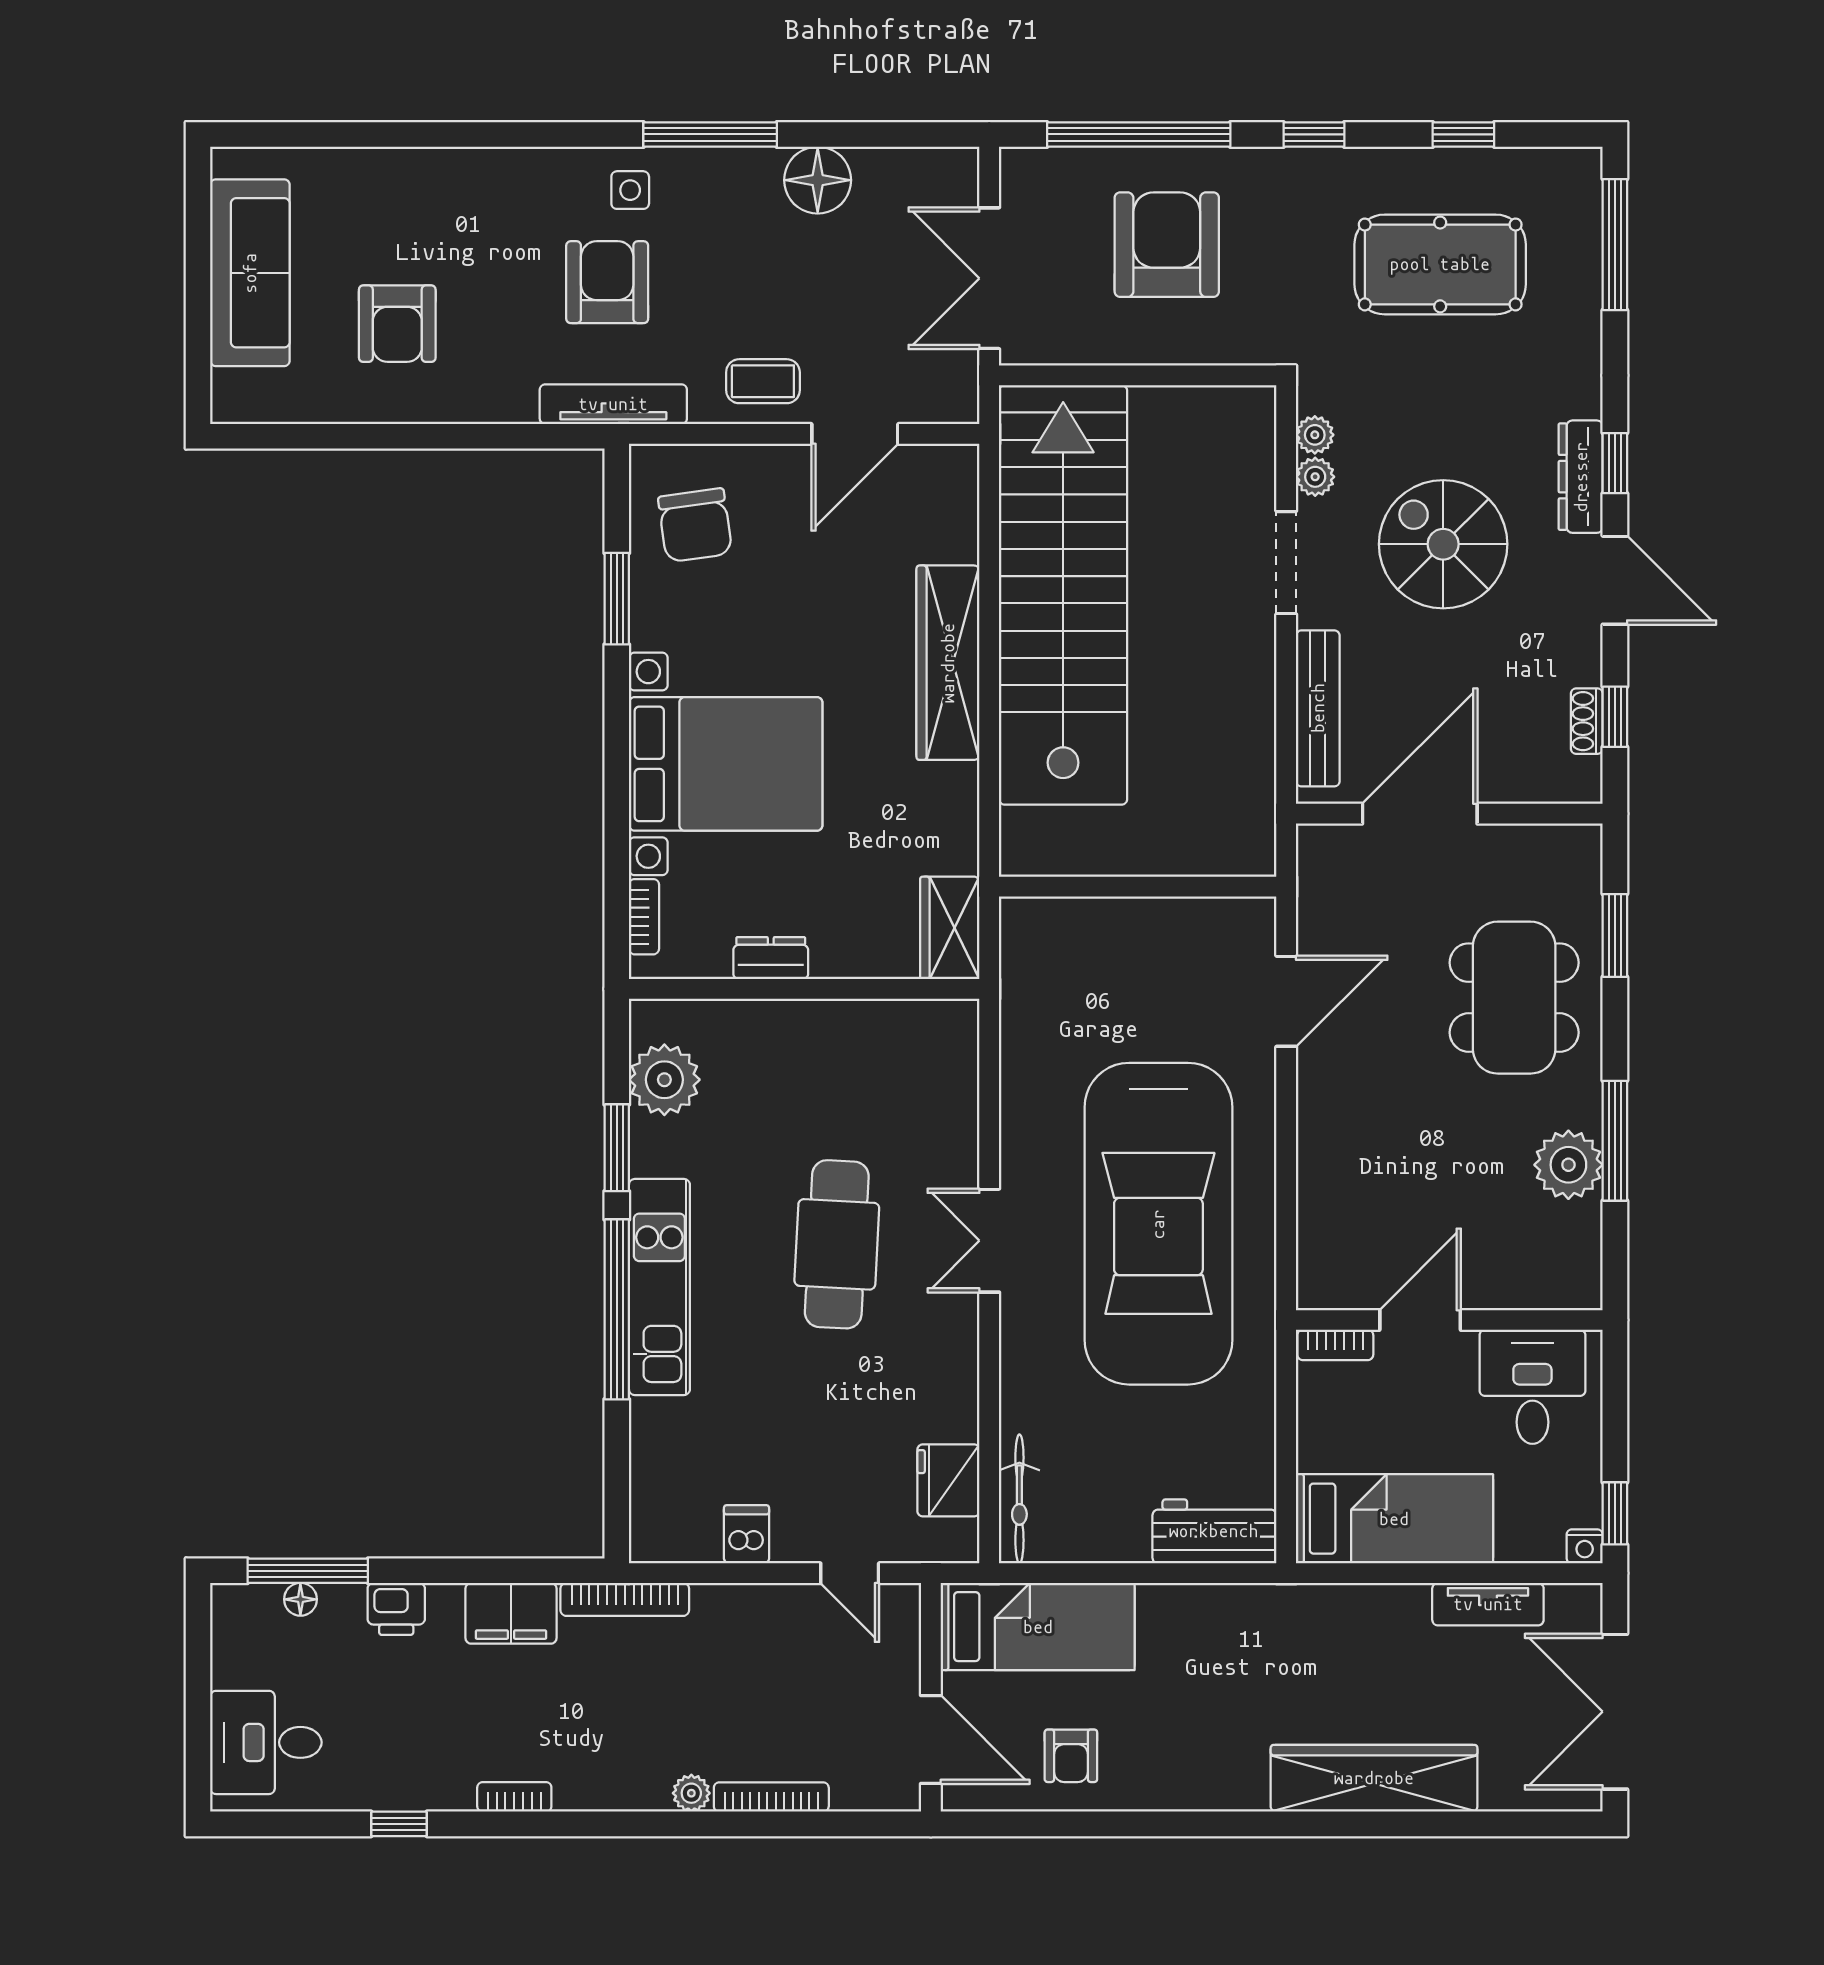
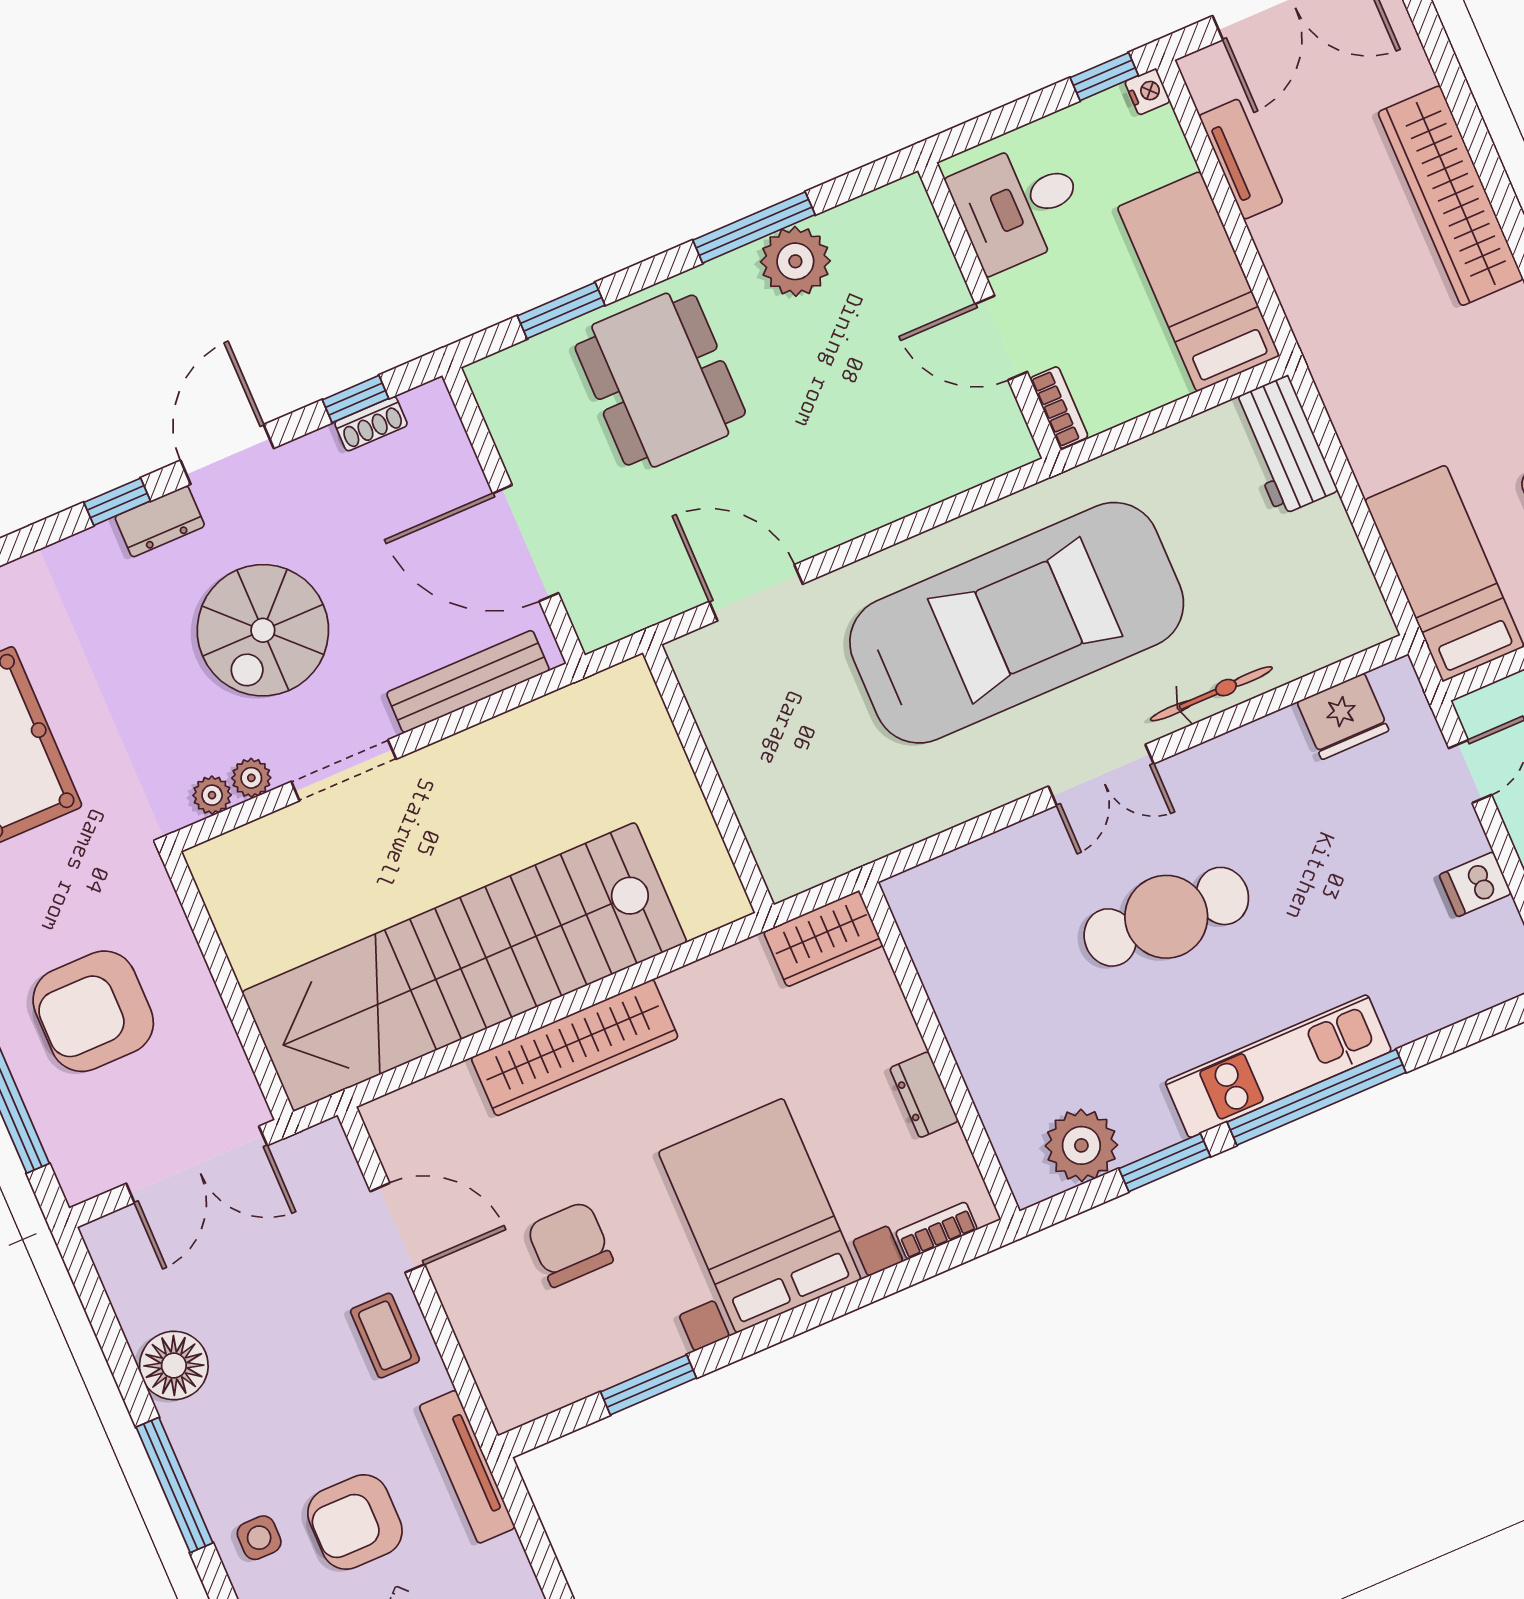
dresser: (1581, 477) -> (160, 521), width x0.70
chair: (695, 525) -> (570, 1244), moved, turned -82
dining table: (1514, 998) -> (660, 380), turned 90
bicycle: (1019, 1499) -> (1211, 694), moved

